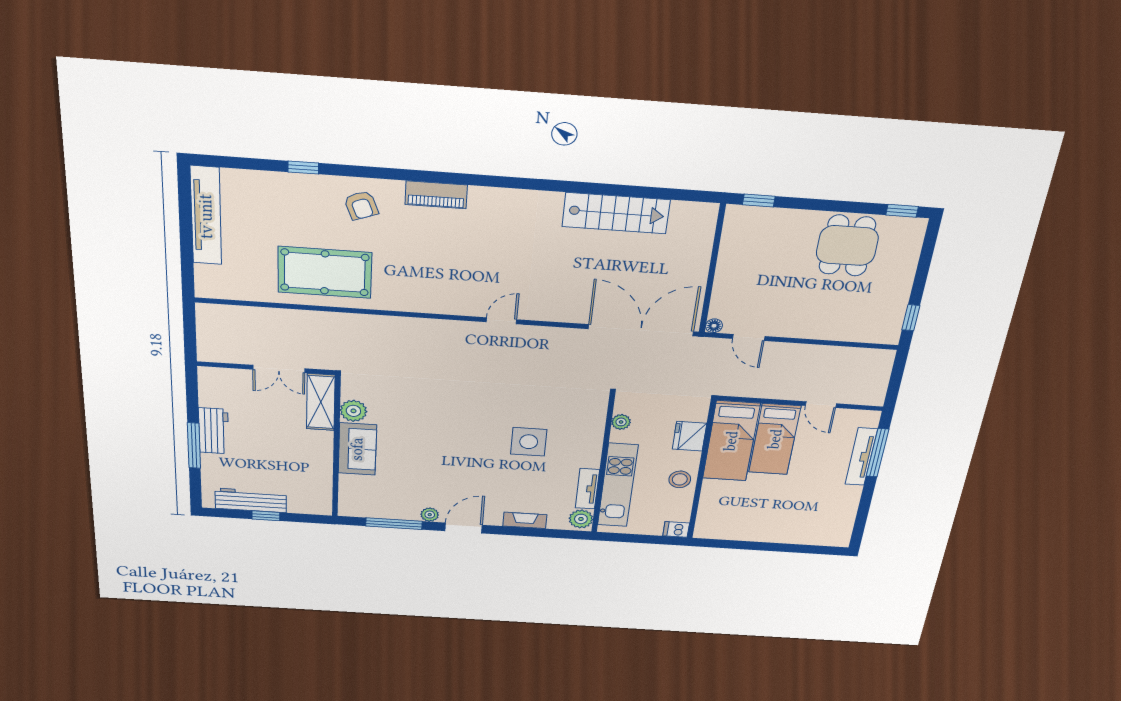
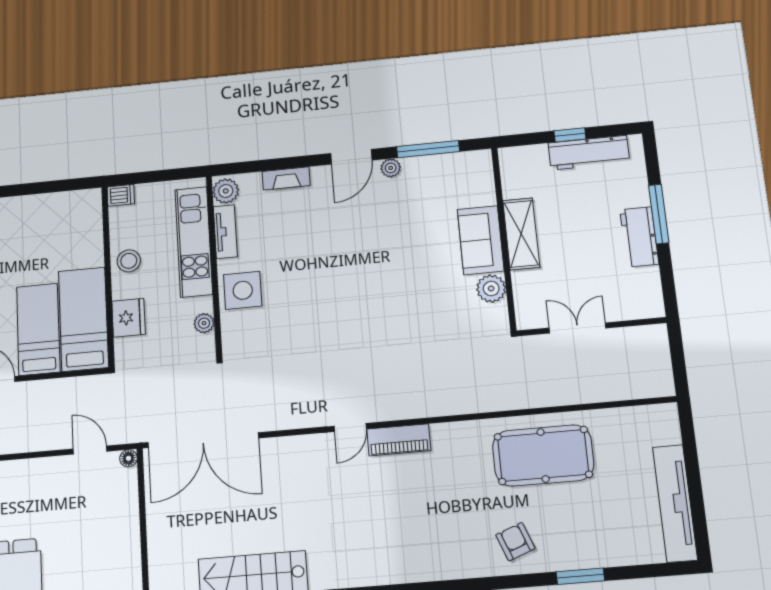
window: (303, 168) -> (580, 576), width x1.50
piano: (436, 195) -> (399, 440), moved, turned 180
shelving: (321, 402) -> (521, 234), moved
side table: (529, 442) -> (243, 290), moved

